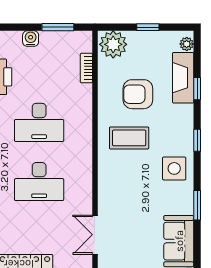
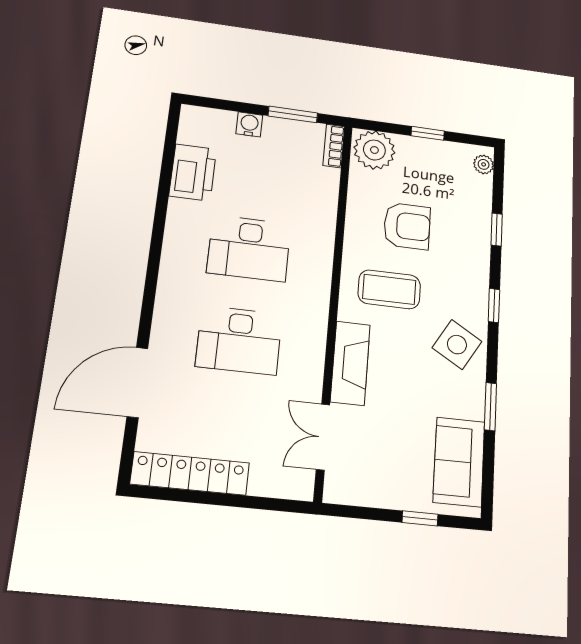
bookcase: (86, 68) -> (334, 146), moved
fireplace: (183, 78) -> (350, 363), moved, turned 180
armchair: (138, 94) -> (407, 226), turned 180
side table: (174, 168) -> (457, 345), turned 31

